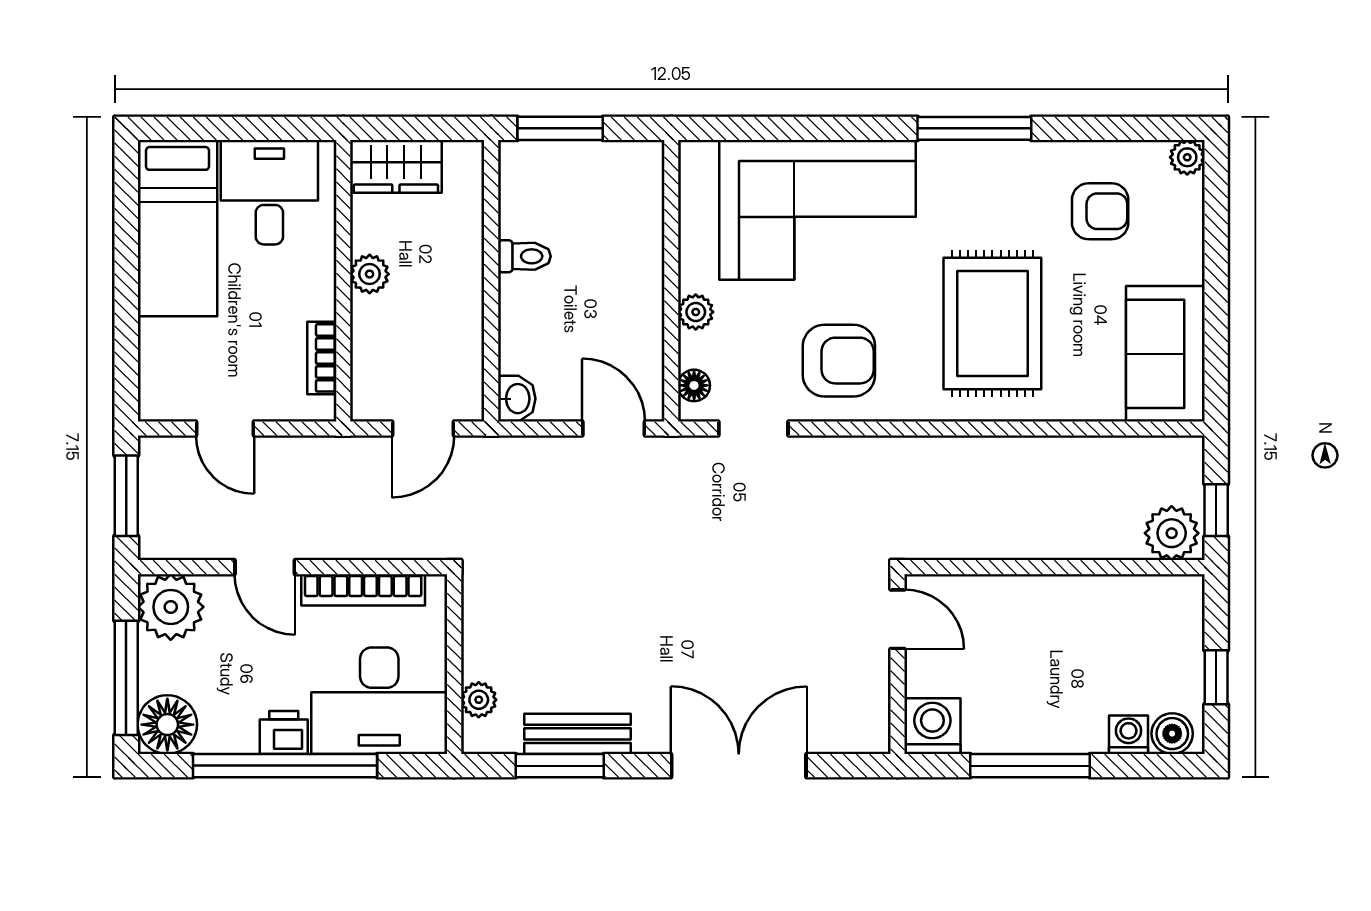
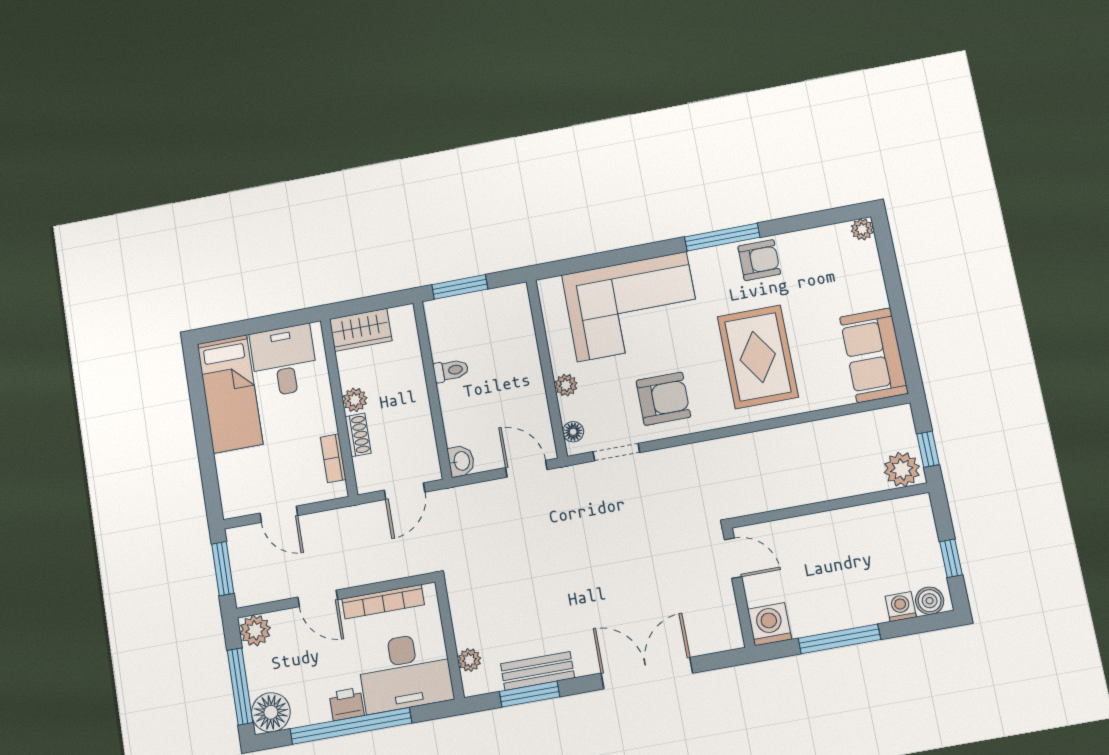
armchair: (1100, 211) -> (759, 260), moved
shoe rack: (366, 329) -> (358, 435), added
plant: (171, 607) -> (255, 630), width x0.73, depth x0.73

